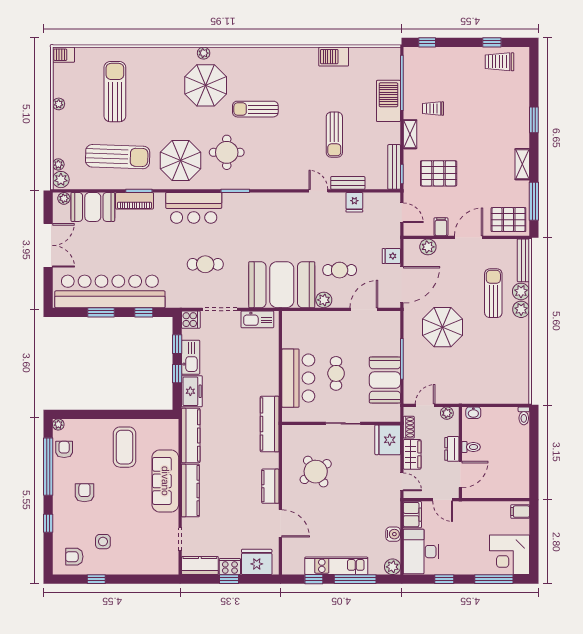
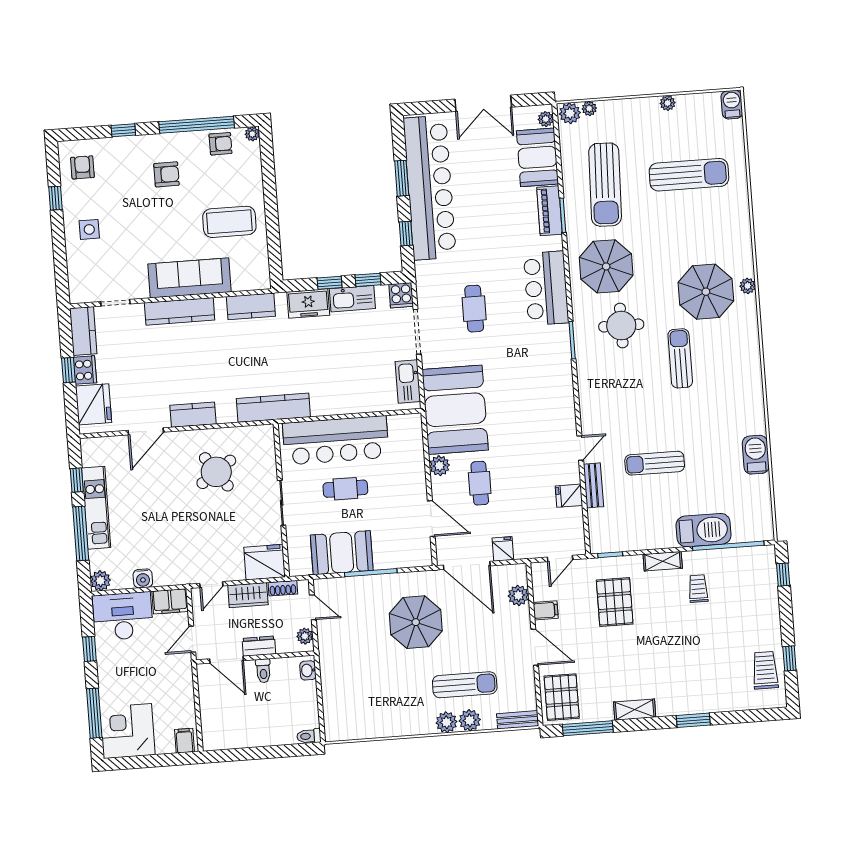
bench: (394, 167) -> (619, 544), removed
bench: (523, 260) -> (518, 720), width x0.73
bar counter: (298, 378) -> (336, 440), width x1.36
kitchen counter: (191, 436) -> (251, 306), width x0.67
side table: (103, 542) -> (89, 229), moved

